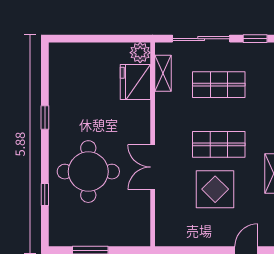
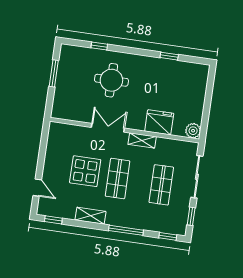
shelving: (163, 73) -> (142, 140), moved
fridge: (135, 82) -> (159, 122), moved
window: (45, 118) -> (169, 56), moved
round table: (88, 172) -> (111, 80), width x0.73, depth x0.73

